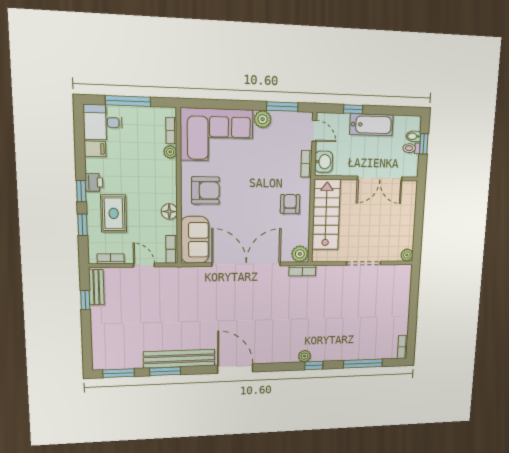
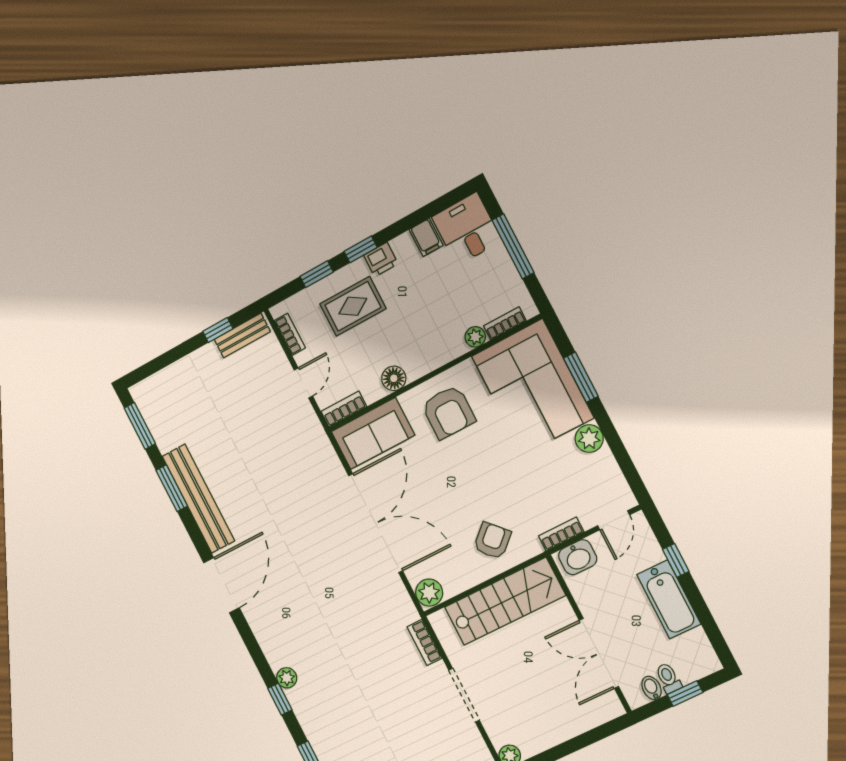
window: (282, 107) -> (581, 377), moved
bidet: (413, 136) -> (652, 688), moved
armchair: (290, 204) -> (492, 541), turned -43
bookcase: (302, 271) -> (424, 642), moved

